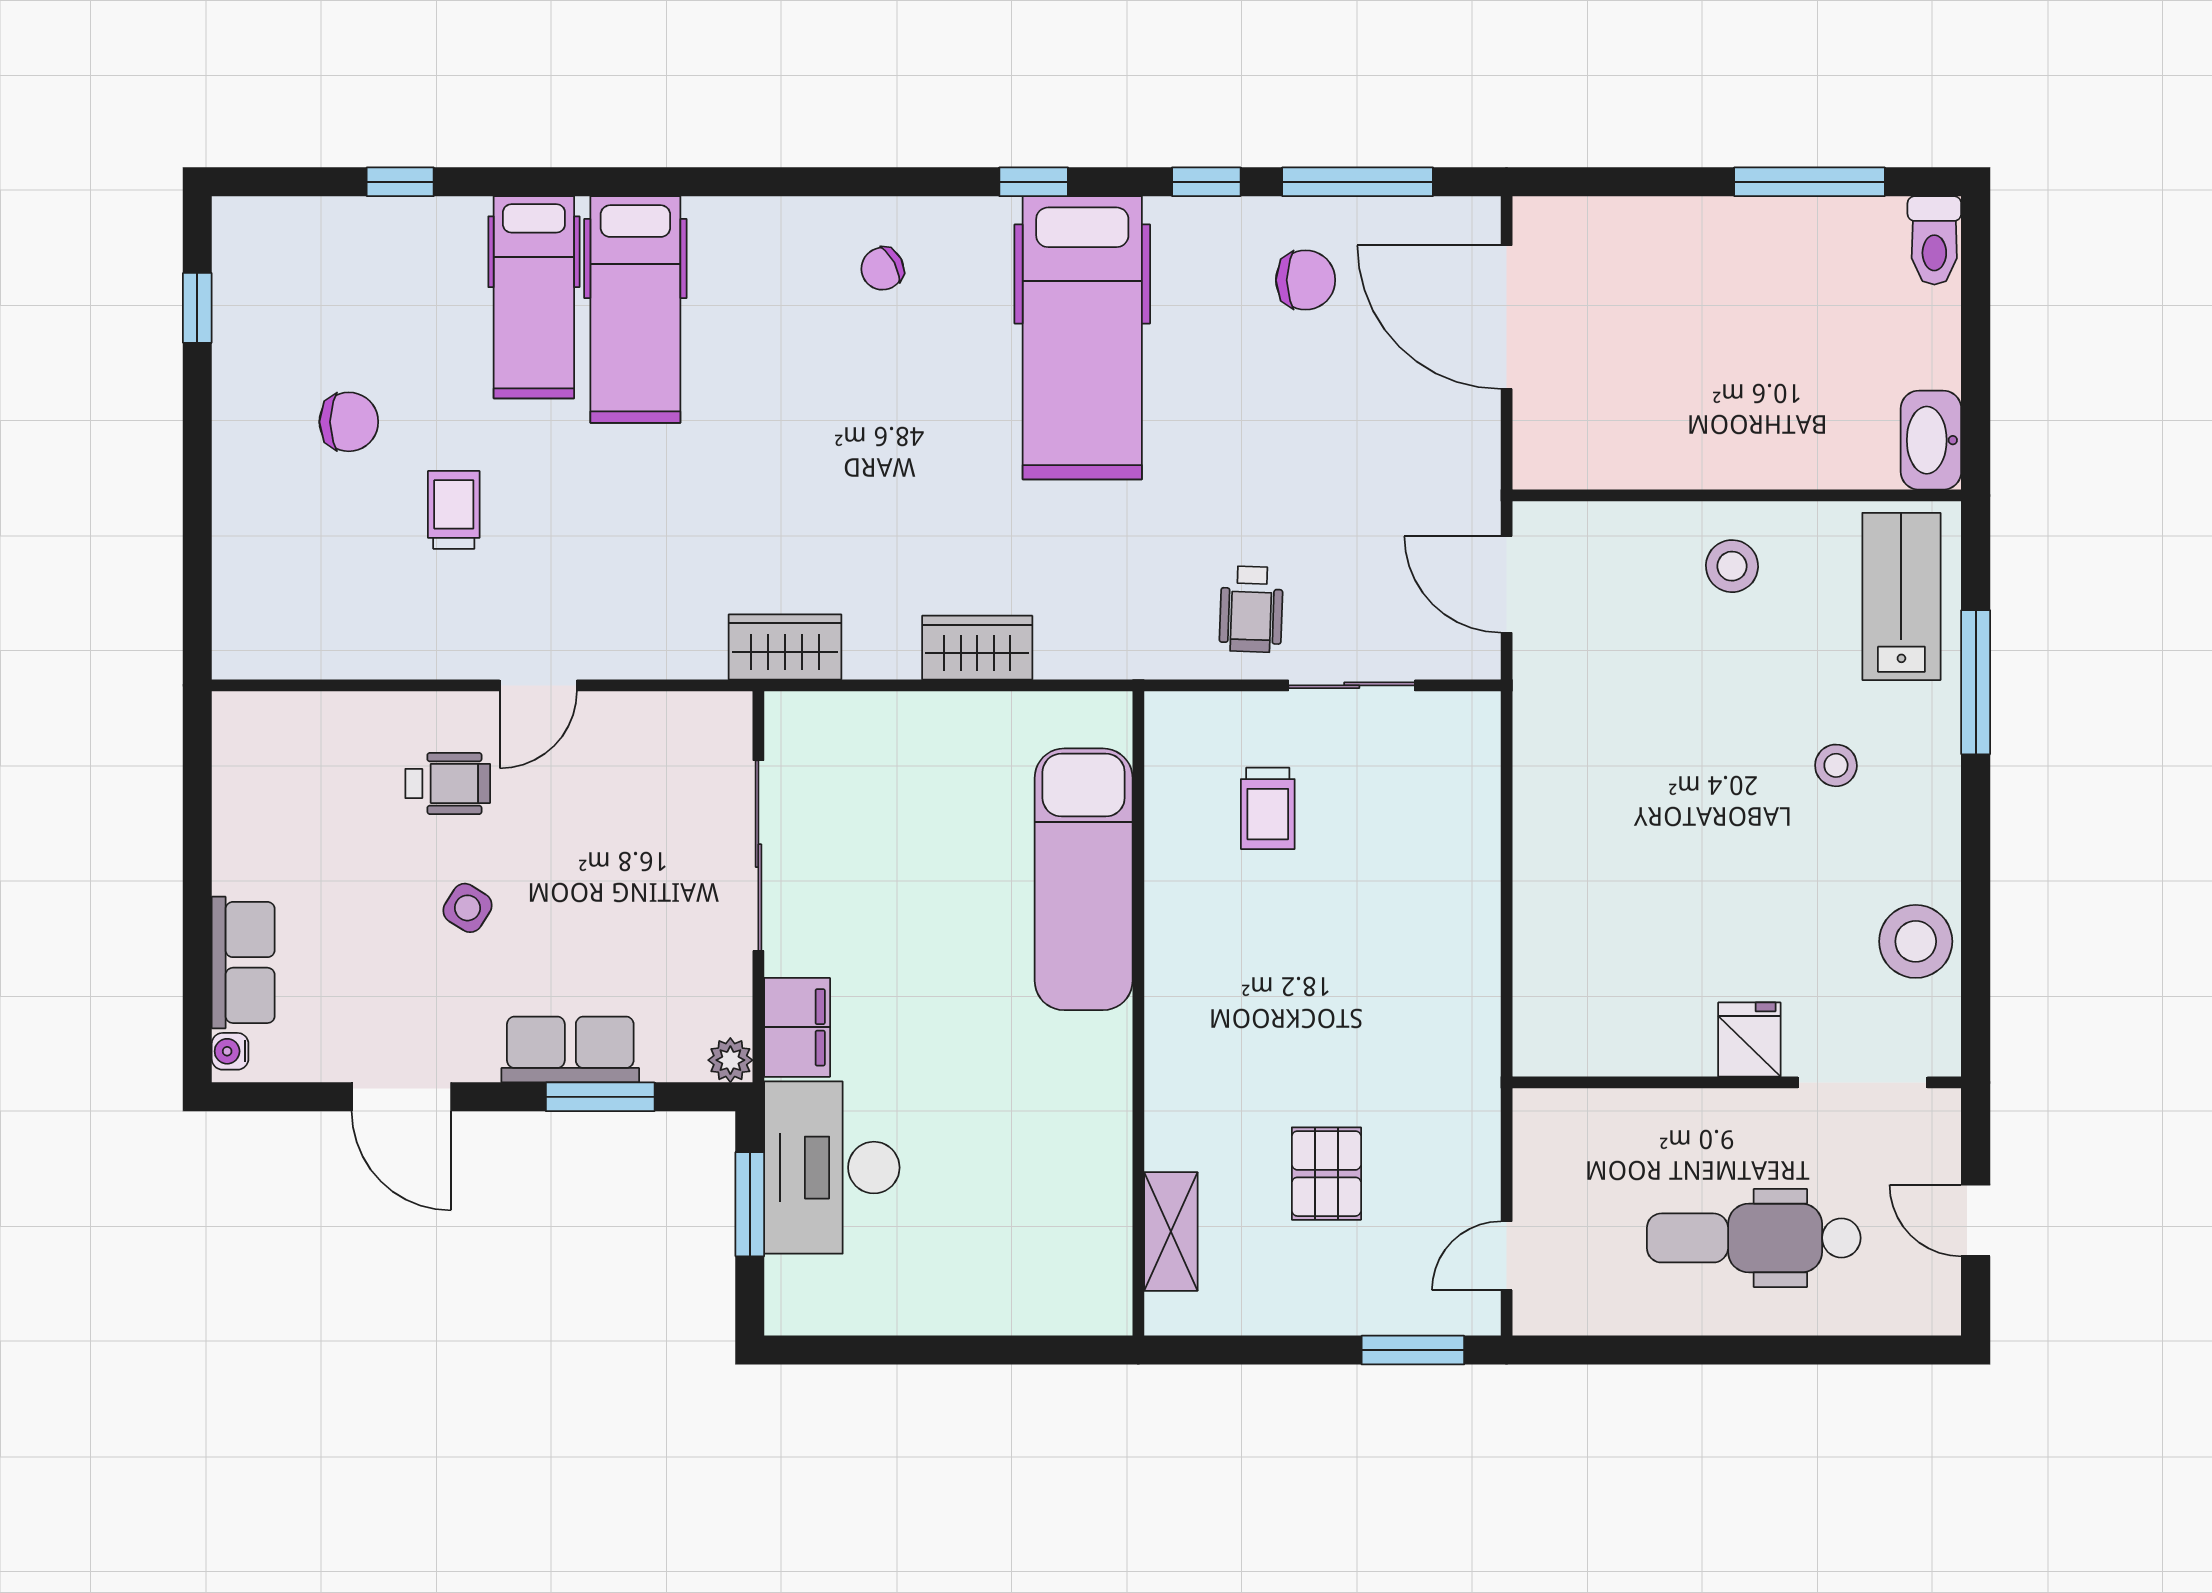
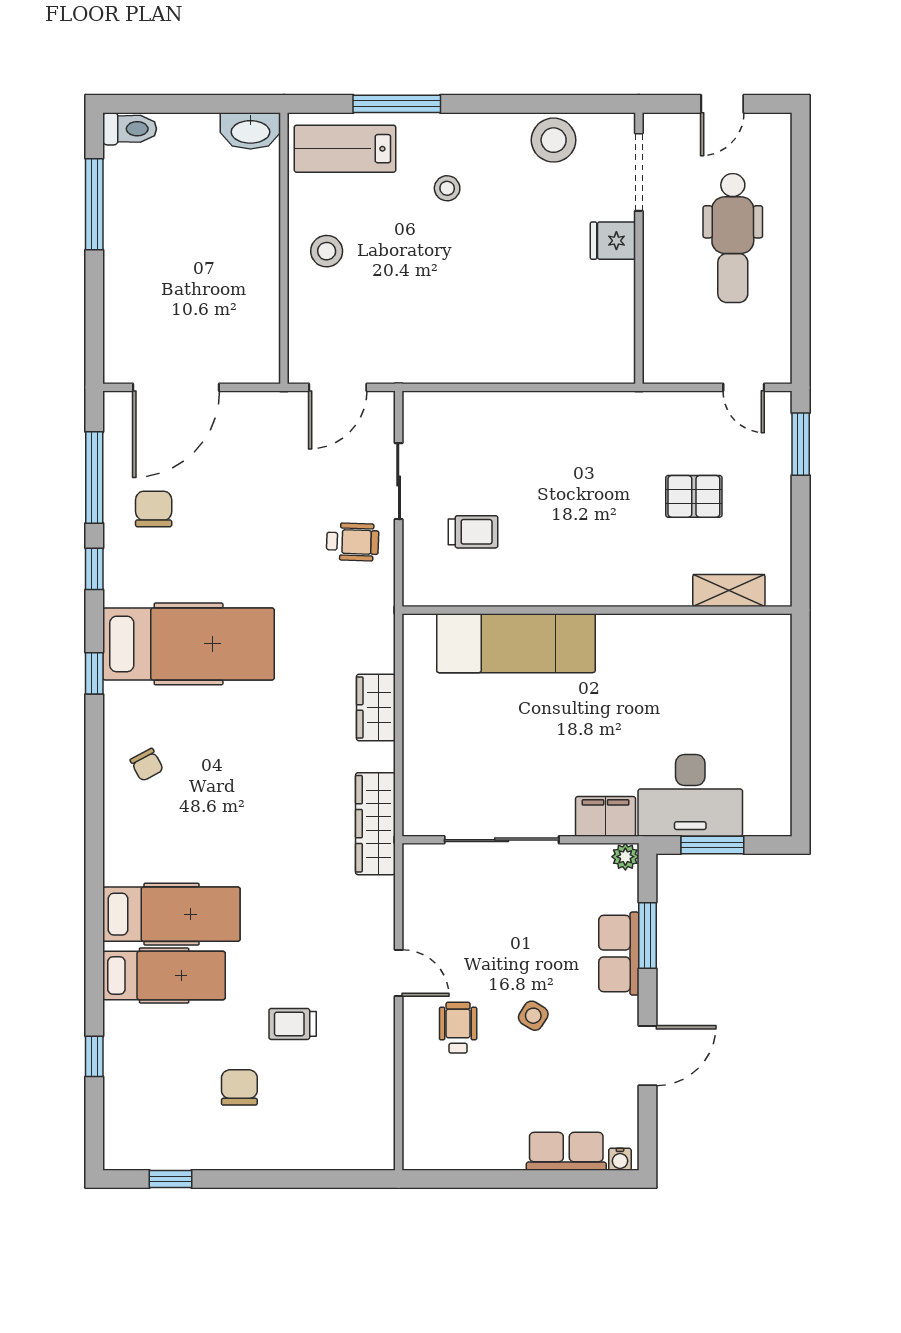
wardrobe: (785, 647) -> (375, 824), width x1.50

